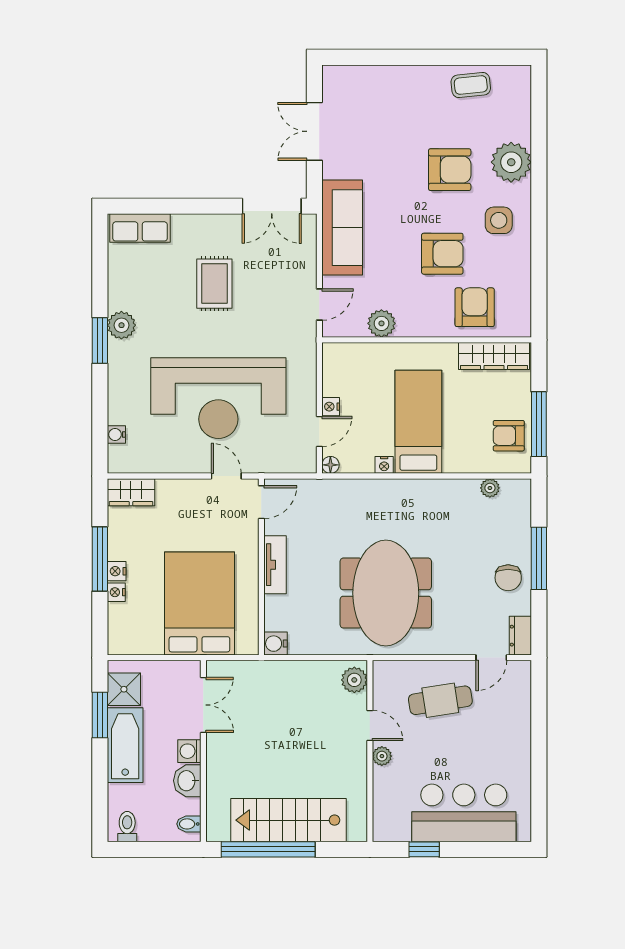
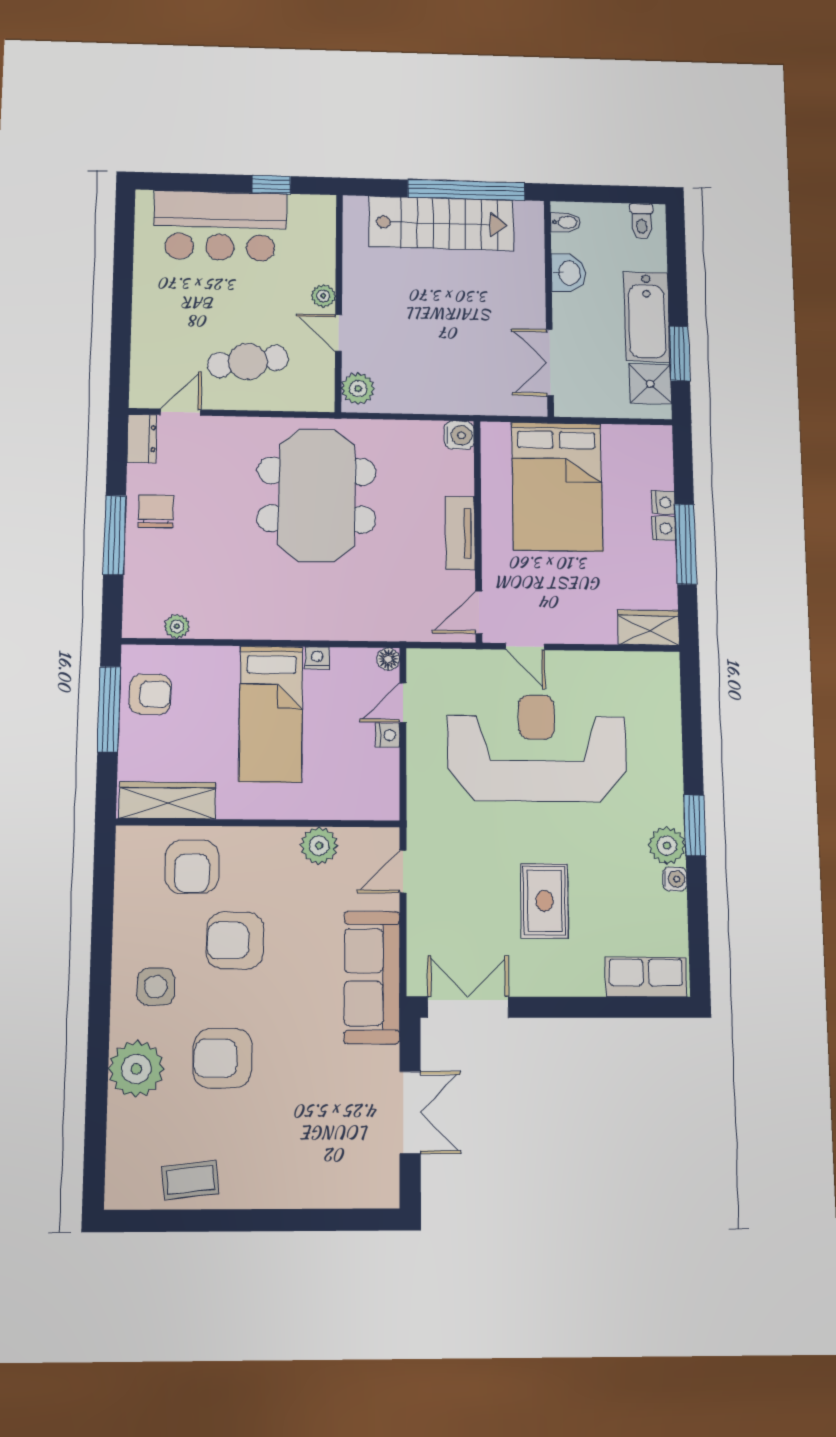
water cooler: (116, 434) -> (675, 879), moved
washing machine: (189, 751) -> (566, 308), removed

